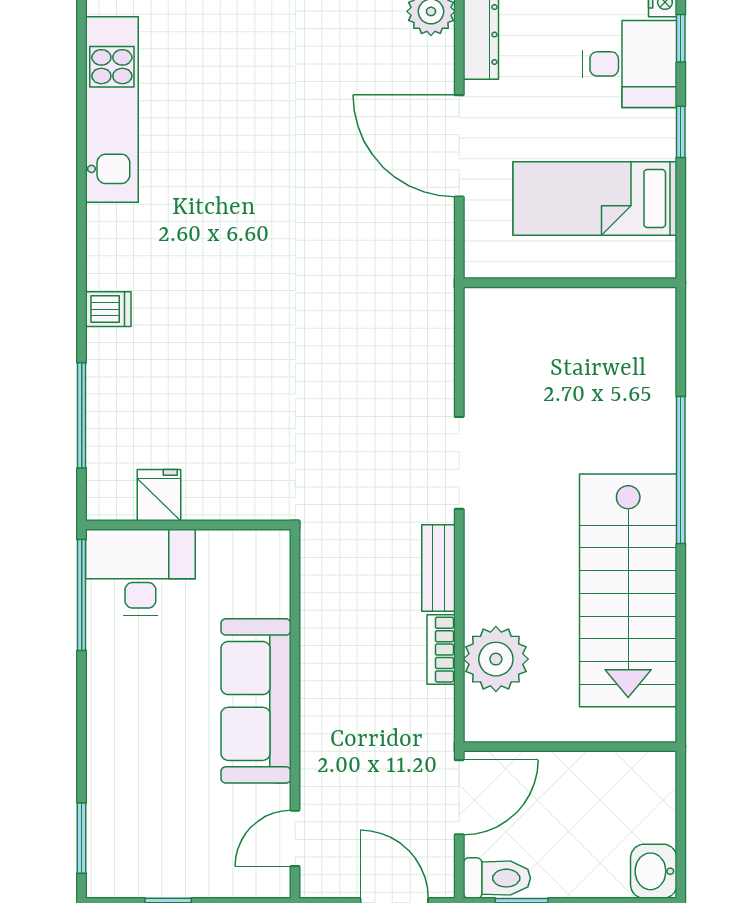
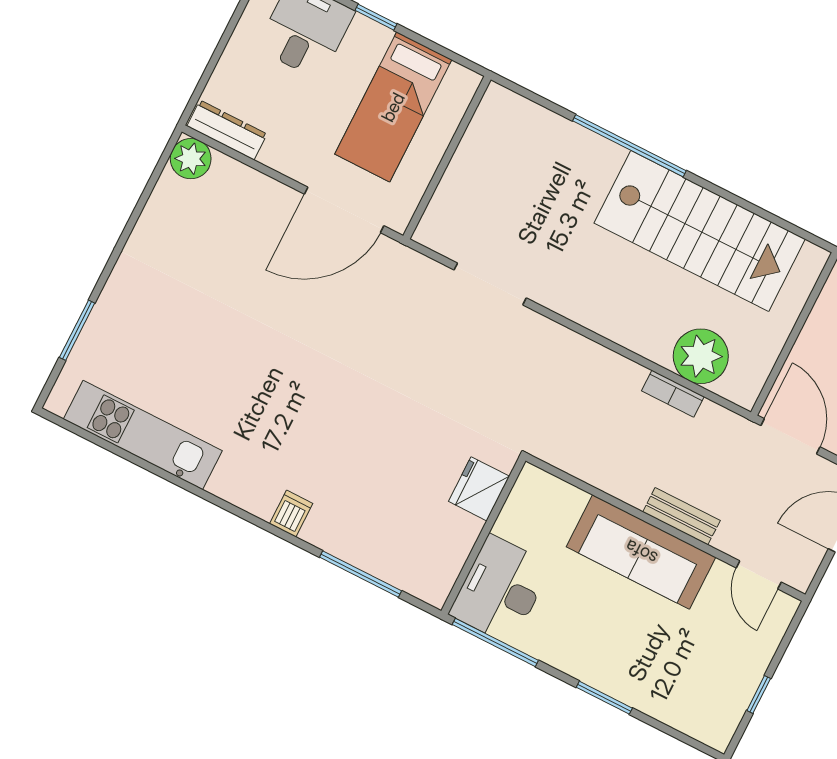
door: (459, 146) -> (344, 210), moved
doorway: (459, 463) -> (490, 284), moved
fridge: (159, 495) -> (479, 489), moved, width x1.38
bench: (439, 568) -> (681, 516), moved
window: (82, 838) -> (604, 698), moved

